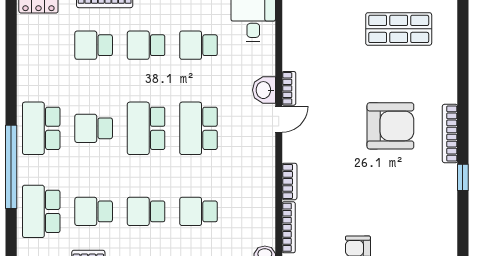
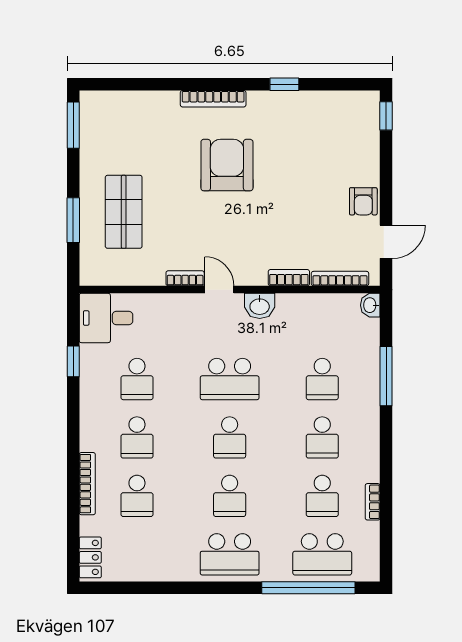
shop shelf: (399, 29) -> (124, 212), moved
washbasin: (264, 90) -> (260, 306), moved
school desk: (146, 128) -> (230, 437), width x0.54
bookcase: (450, 134) -> (213, 99), moved
window: (11, 167) -> (308, 588), moved

